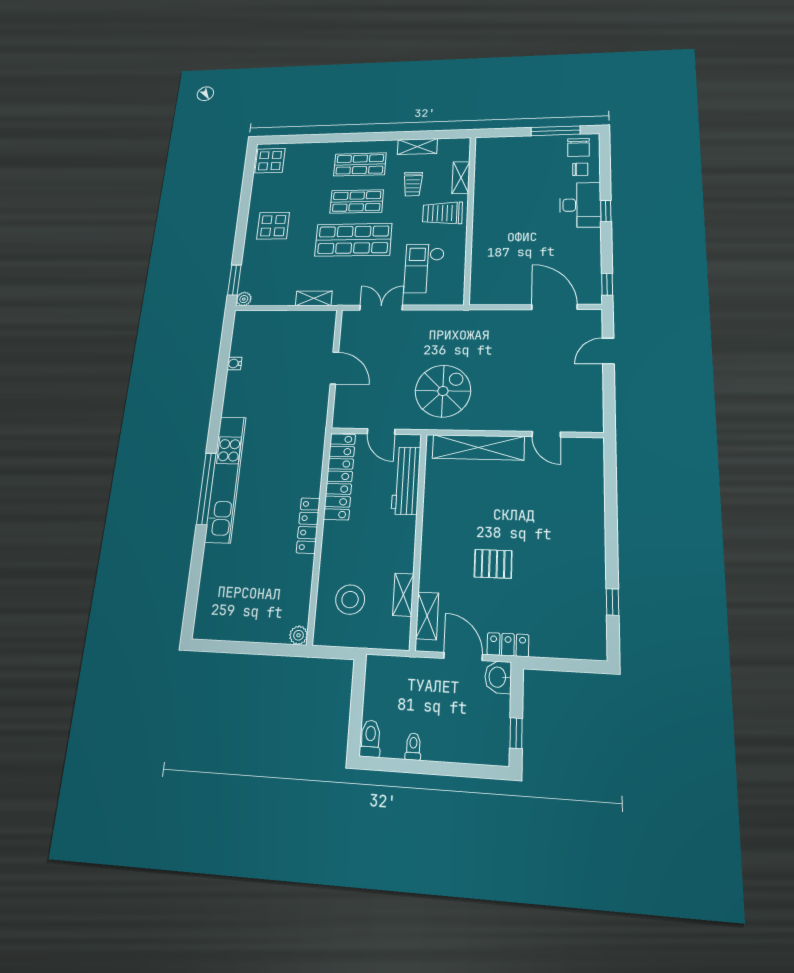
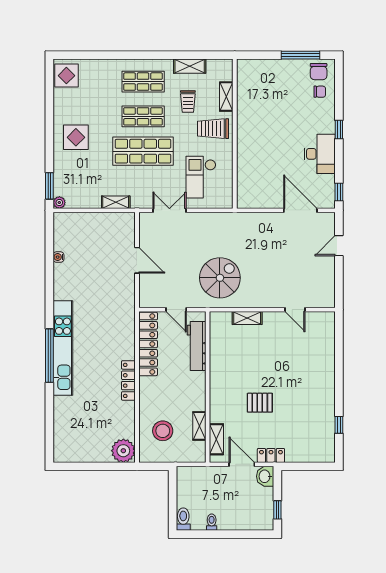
desk: (580, 205) -> (320, 154), moved
shelving: (478, 447) -> (247, 318), width x0.45, depth x0.75
plant: (298, 635) -> (123, 451), width x1.88, depth x1.88

